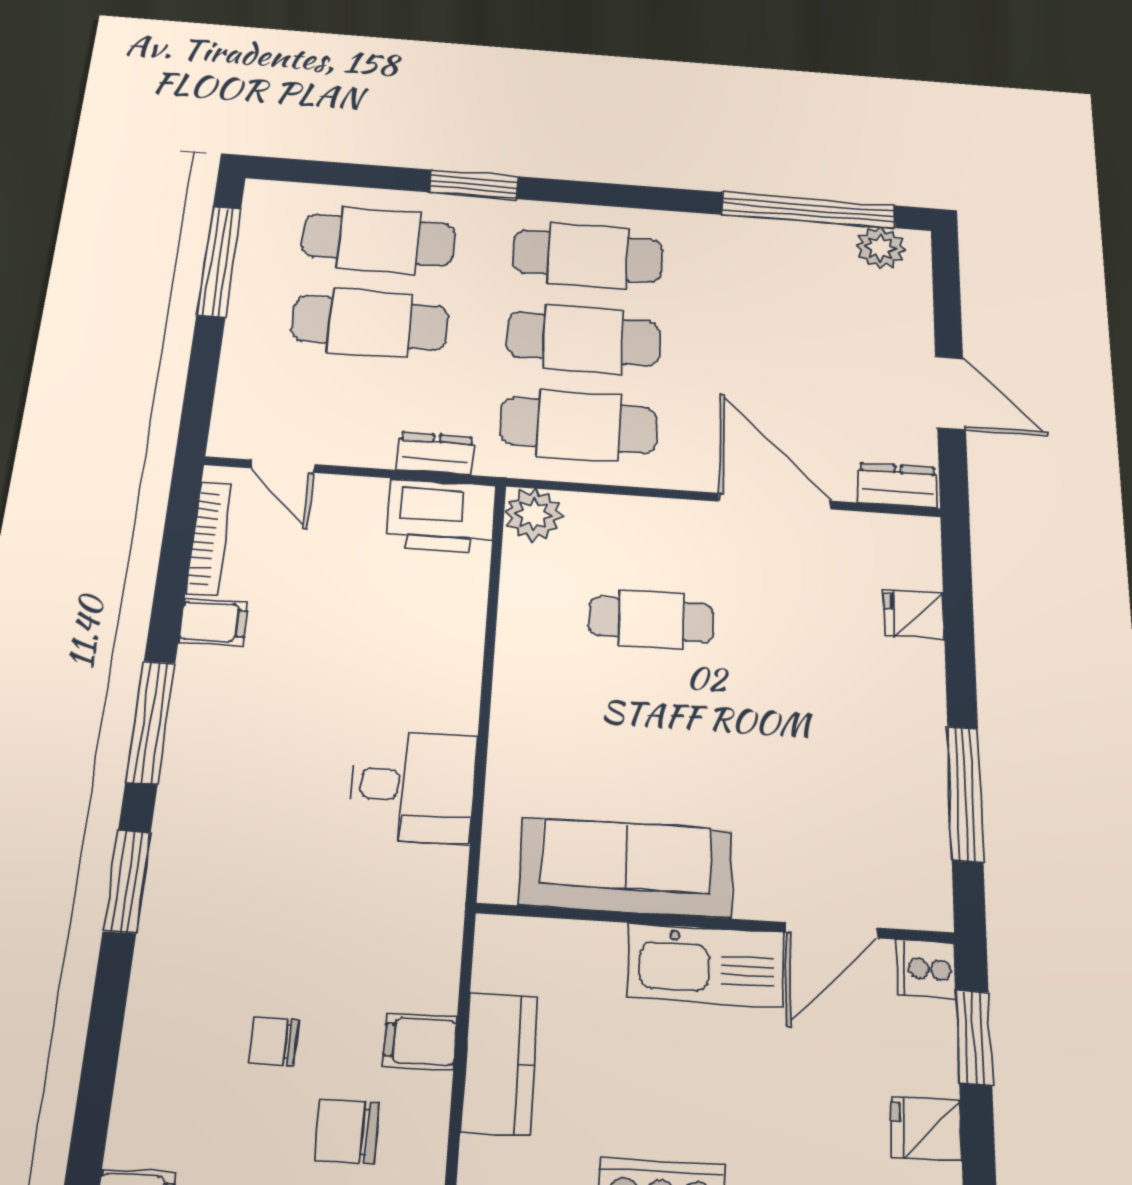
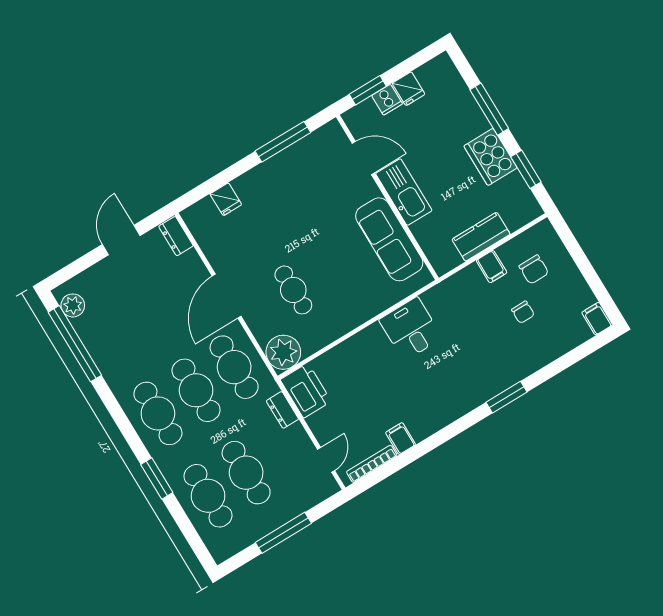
window: (219, 262) -> (283, 533), moved
door: (775, 501) -> (227, 296), moved
plant: (533, 515) -> (283, 352), width x1.36, depth x1.36
window: (151, 722) -> (450, 432), removed
cooker: (926, 969) -> (387, 100), moved

